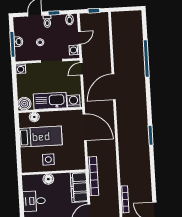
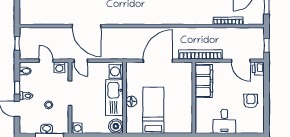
door: (114, 87) -> (87, 26), moved
floor lamp: (34, 117) -> (131, 101), moved
door: (85, 127) -> (158, 61), moved
side table: (48, 160) -> (179, 103), removed
floor lamp: (48, 179) -> (201, 104), removed
filing cabinet: (79, 187) -> (204, 81), moved, turned -90

